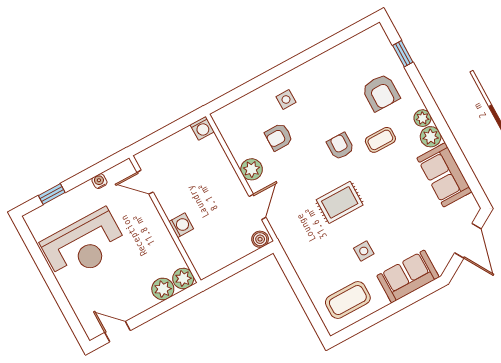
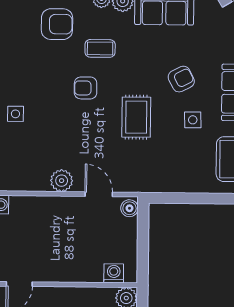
armchair: (279, 137) -> (181, 79), moved, turned -117
coffee table: (380, 140) -> (100, 48), turned 90
washing machine: (181, 225) -> (114, 273), moved

